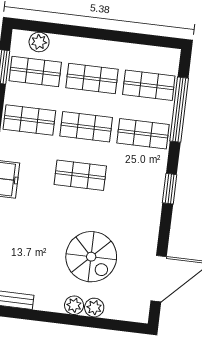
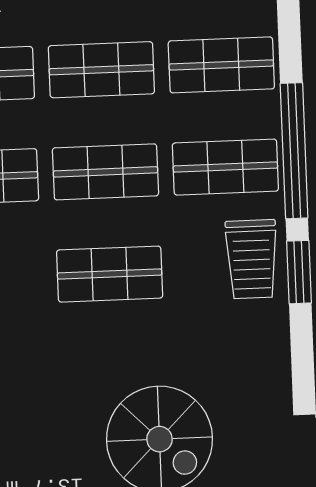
window: (179, 110) -> (294, 151), moved
trolley: (148, 179) -> (252, 259), added

